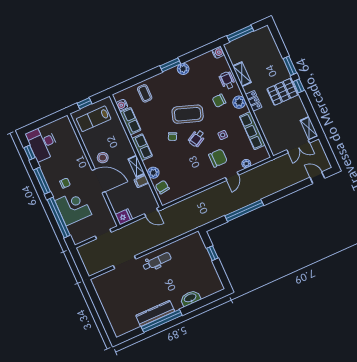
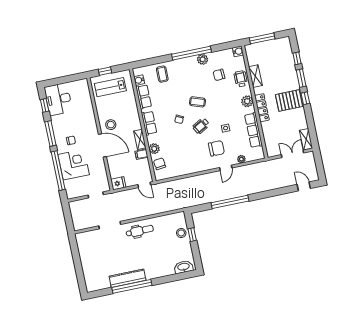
window: (281, 46) -> (297, 58), added
window: (170, 65) -> (192, 53), width x2.11
chair: (219, 101) -> (219, 75), moved
locker: (254, 101) -> (262, 108), width x1.53
coffee table: (188, 114) -> (198, 102), width x0.54, depth x0.58
double door: (298, 146) -> (293, 154), swing flipped
stool: (201, 254) -> (181, 233), added
washbasin: (190, 298) -> (184, 267), moved

